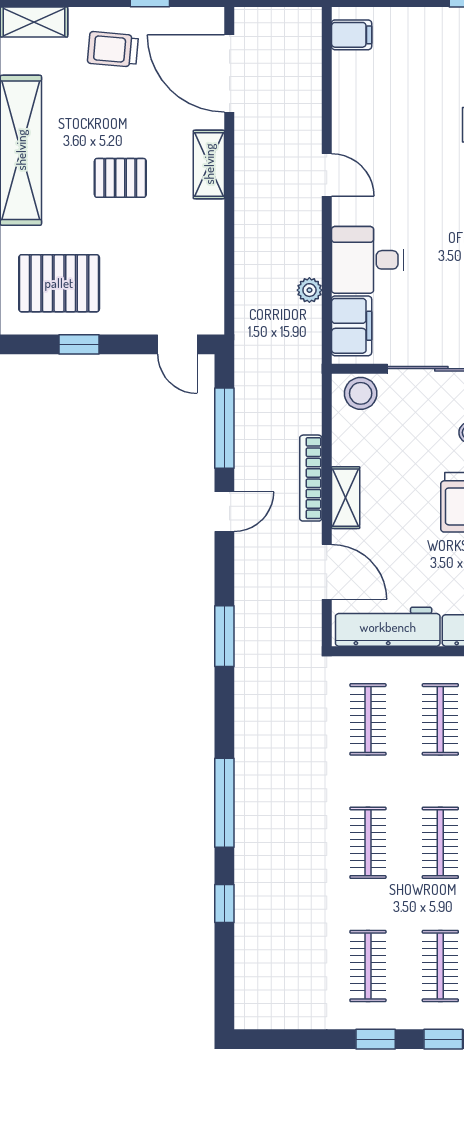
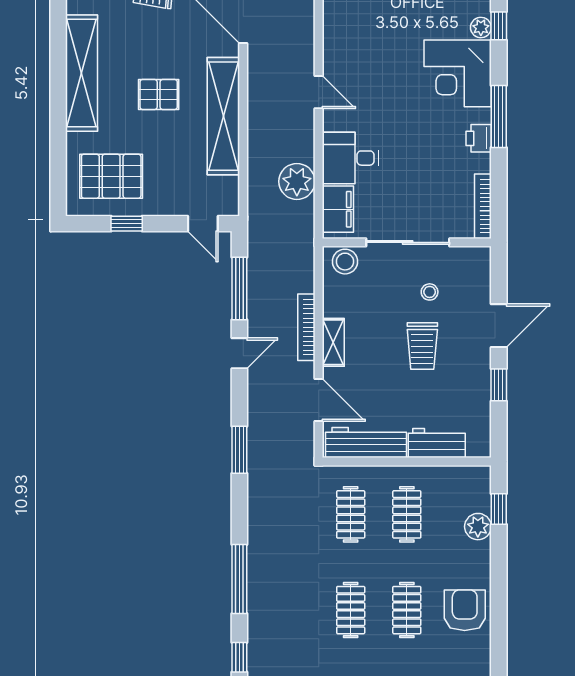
shelving: (209, 164) -> (223, 116), width x2.20, depth x1.33
plant: (309, 290) -> (297, 181), width x1.88, depth x1.88

